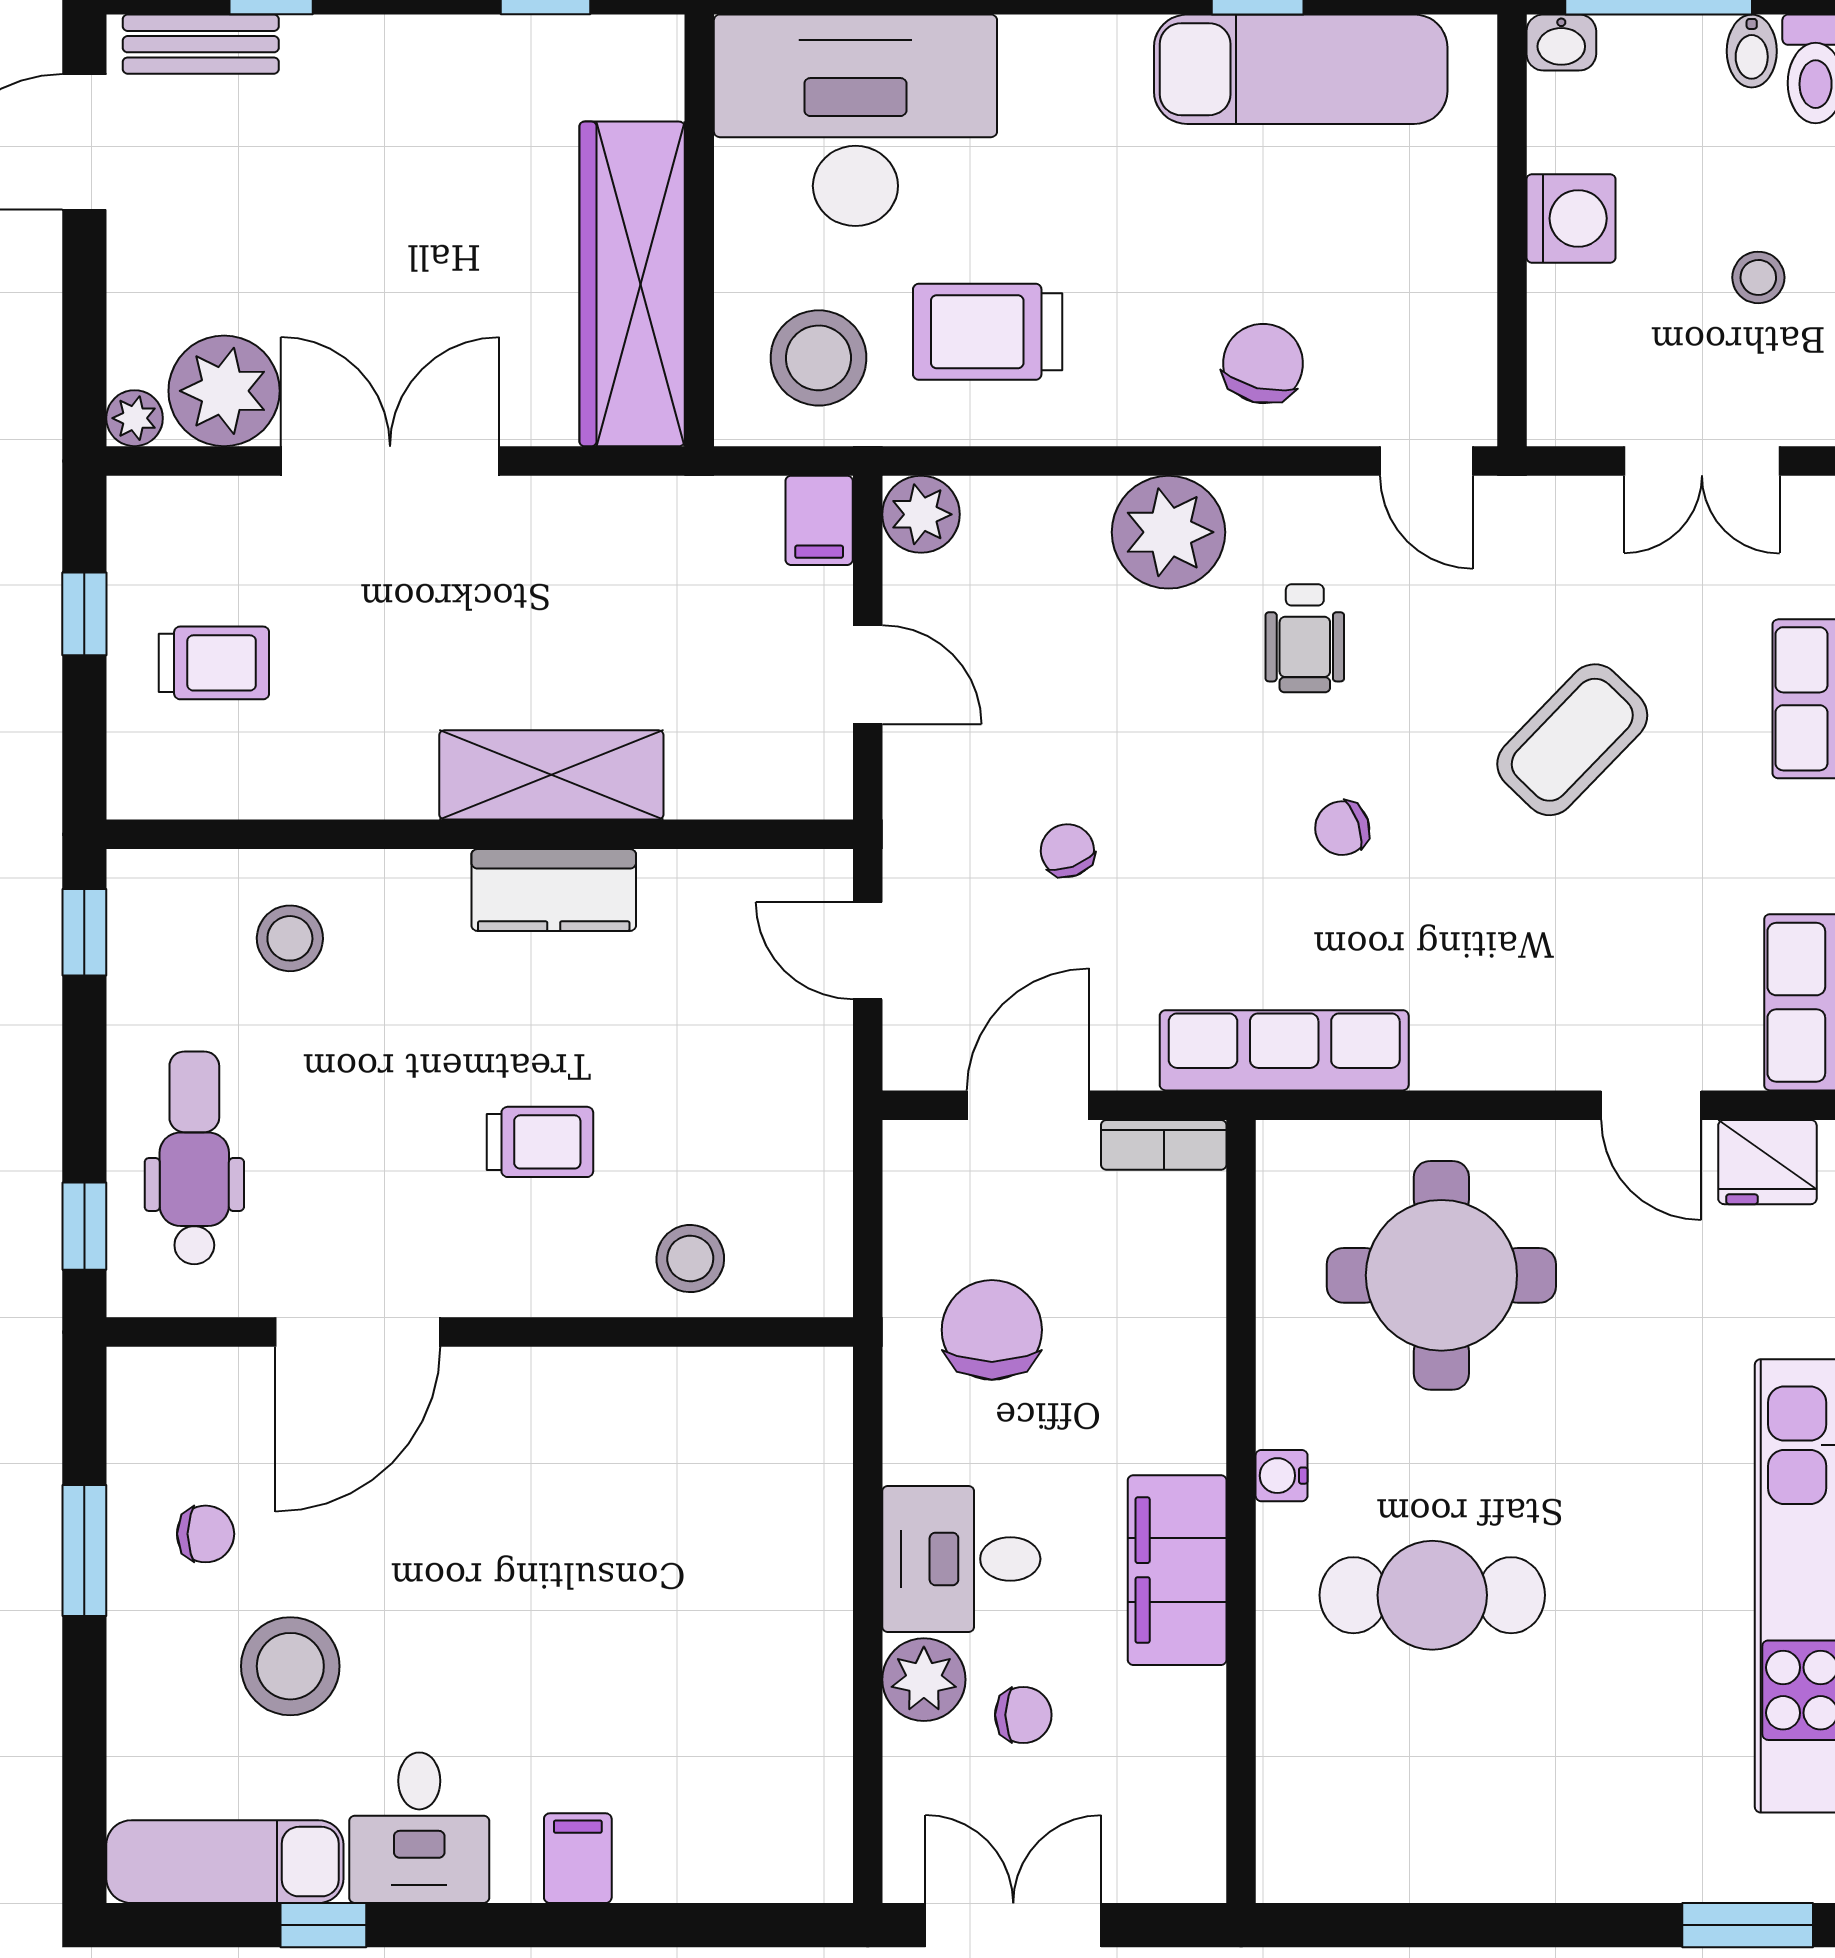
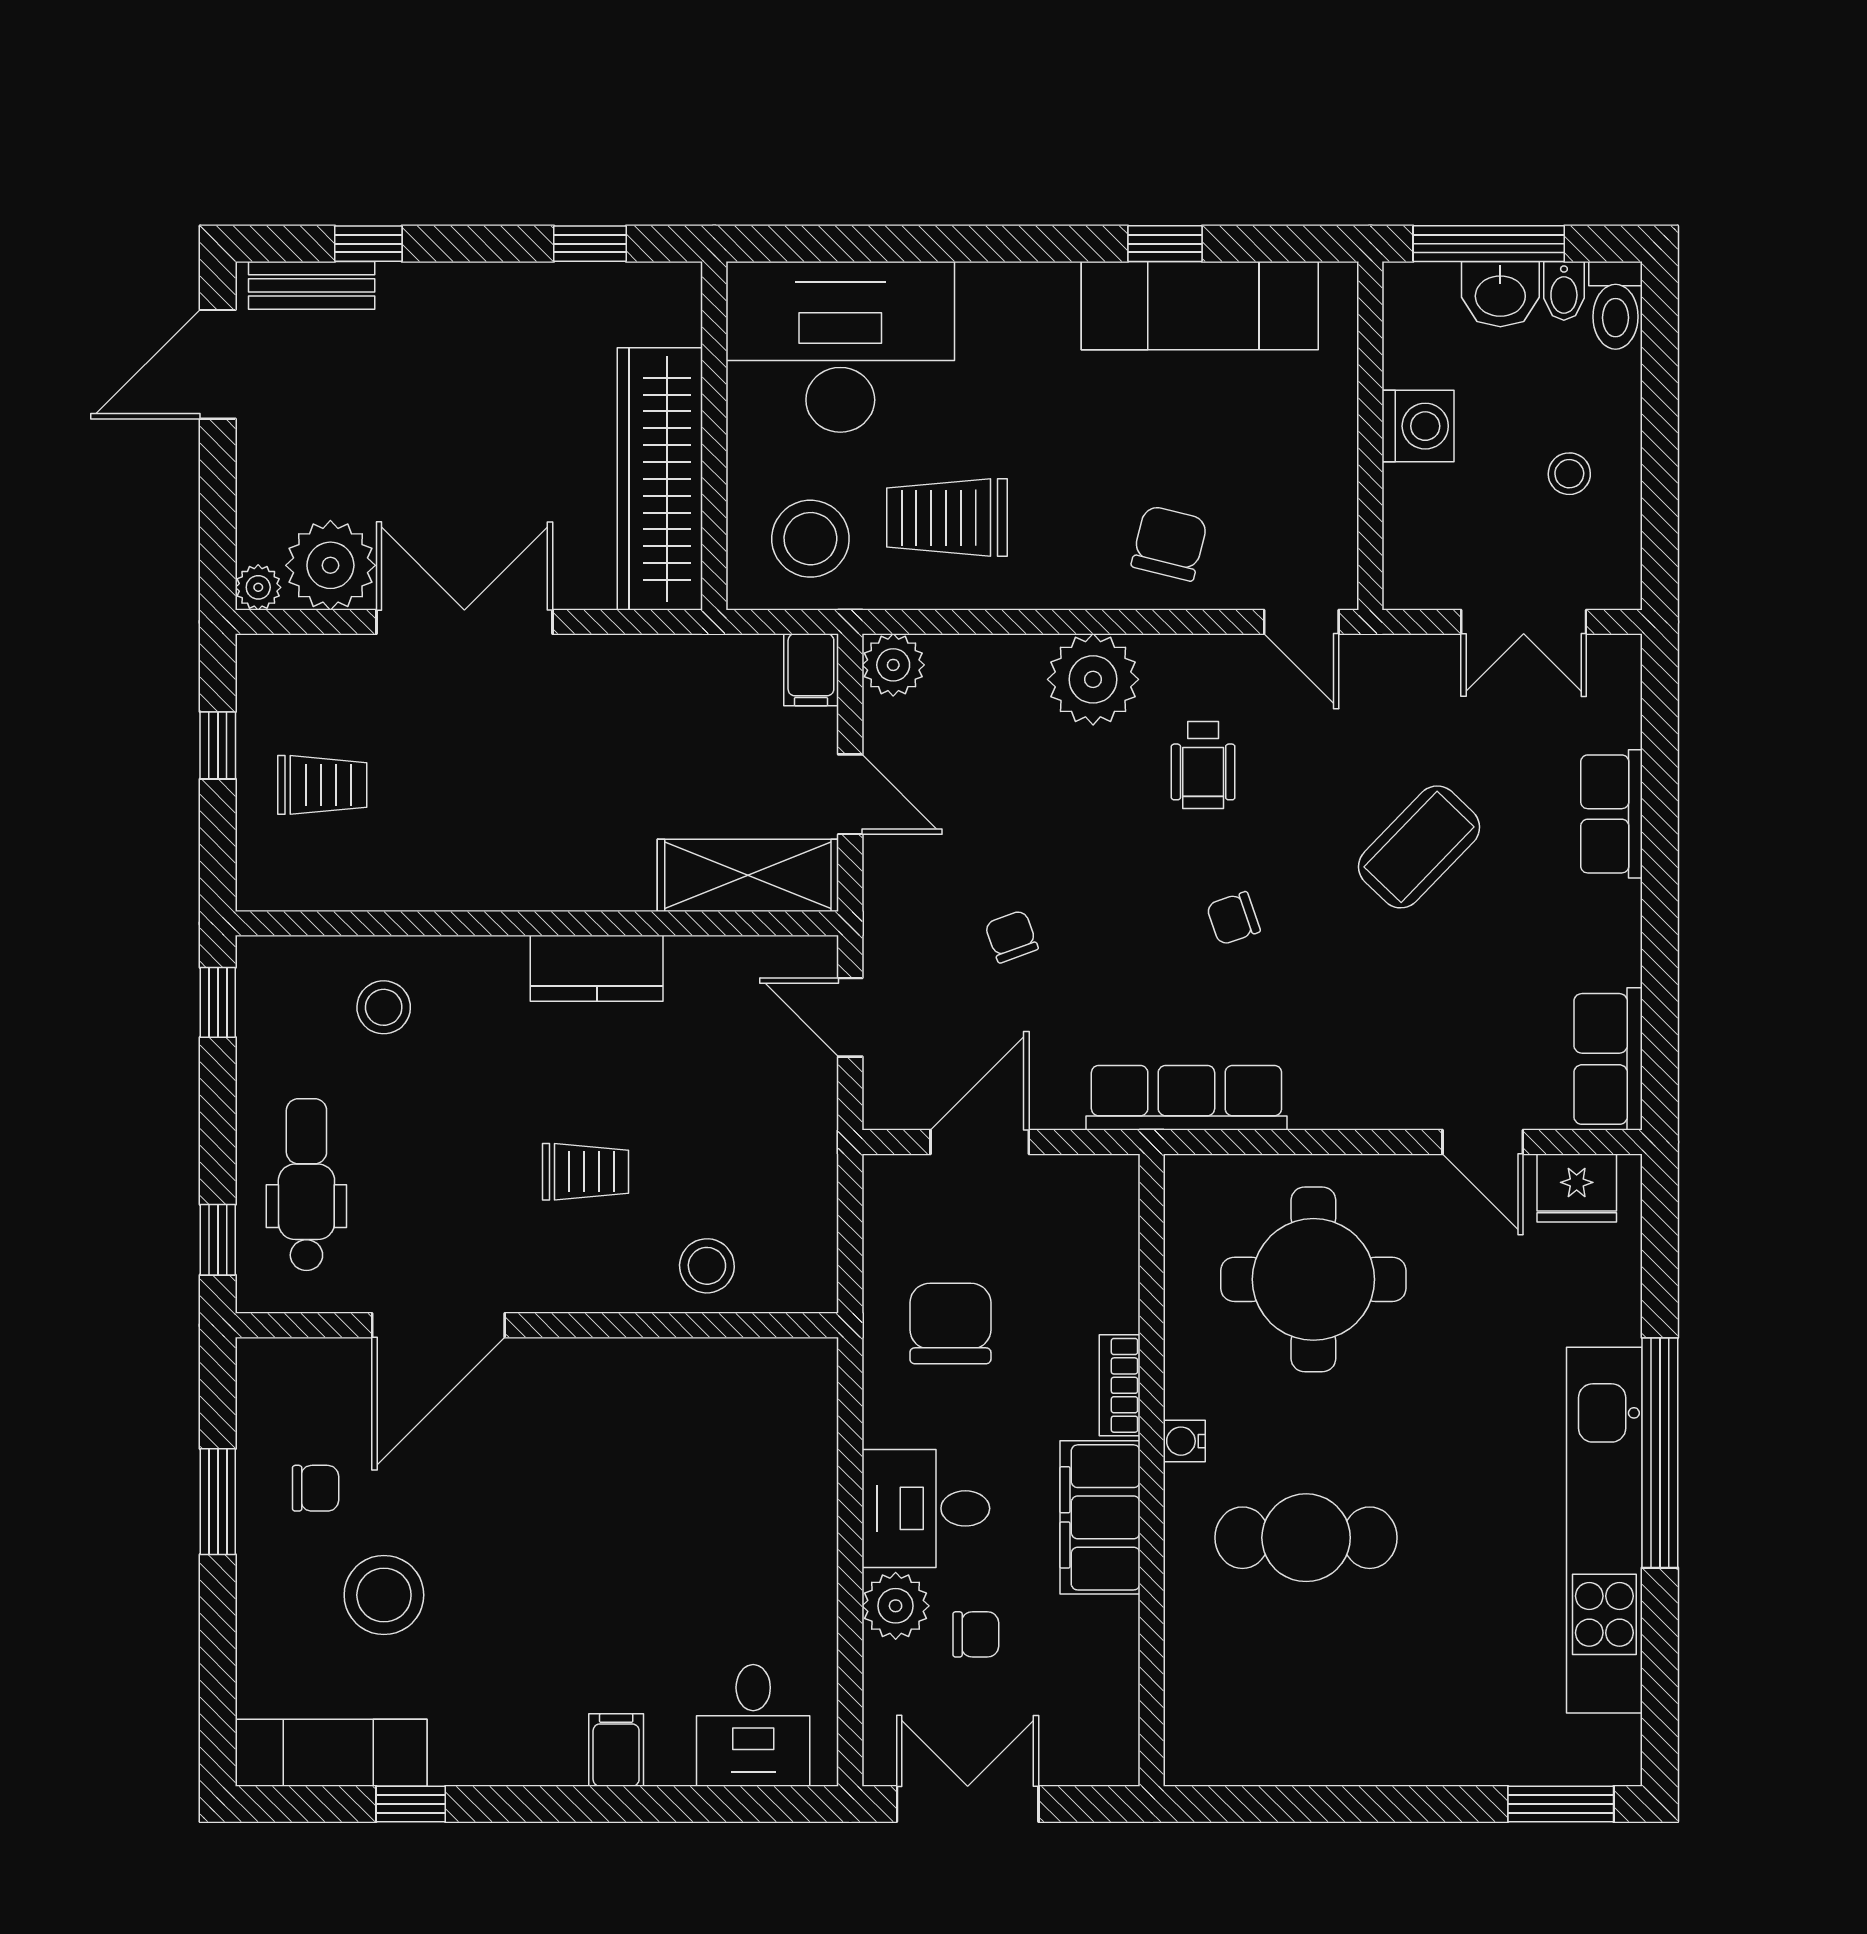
washbasin: (1561, 42) -> (1500, 294), moved, width x1.38, depth x1.45
shelving: (551, 775) -> (748, 875), moved
bookcase: (1164, 1145) -> (1120, 1385), moved, turned 90
desk: (419, 1828) -> (753, 1725), moved

